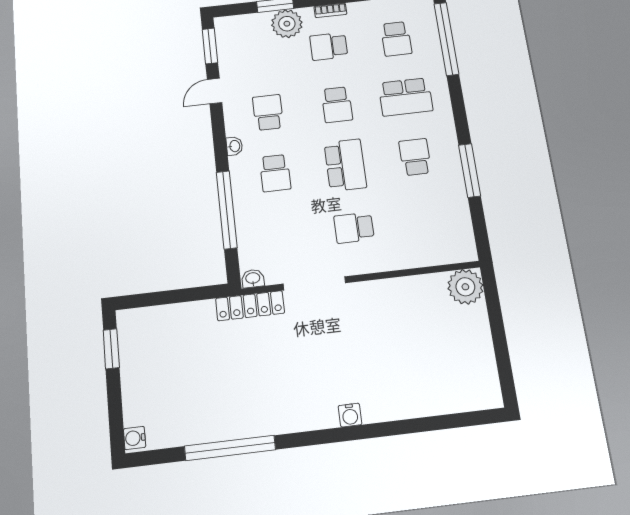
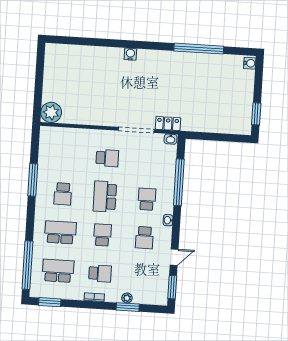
plant: (287, 24) -> (127, 298), width x0.53, depth x0.53
school desk: (396, 39) -> (58, 271), width x1.85
locker: (250, 306) -> (168, 123), width x0.66

